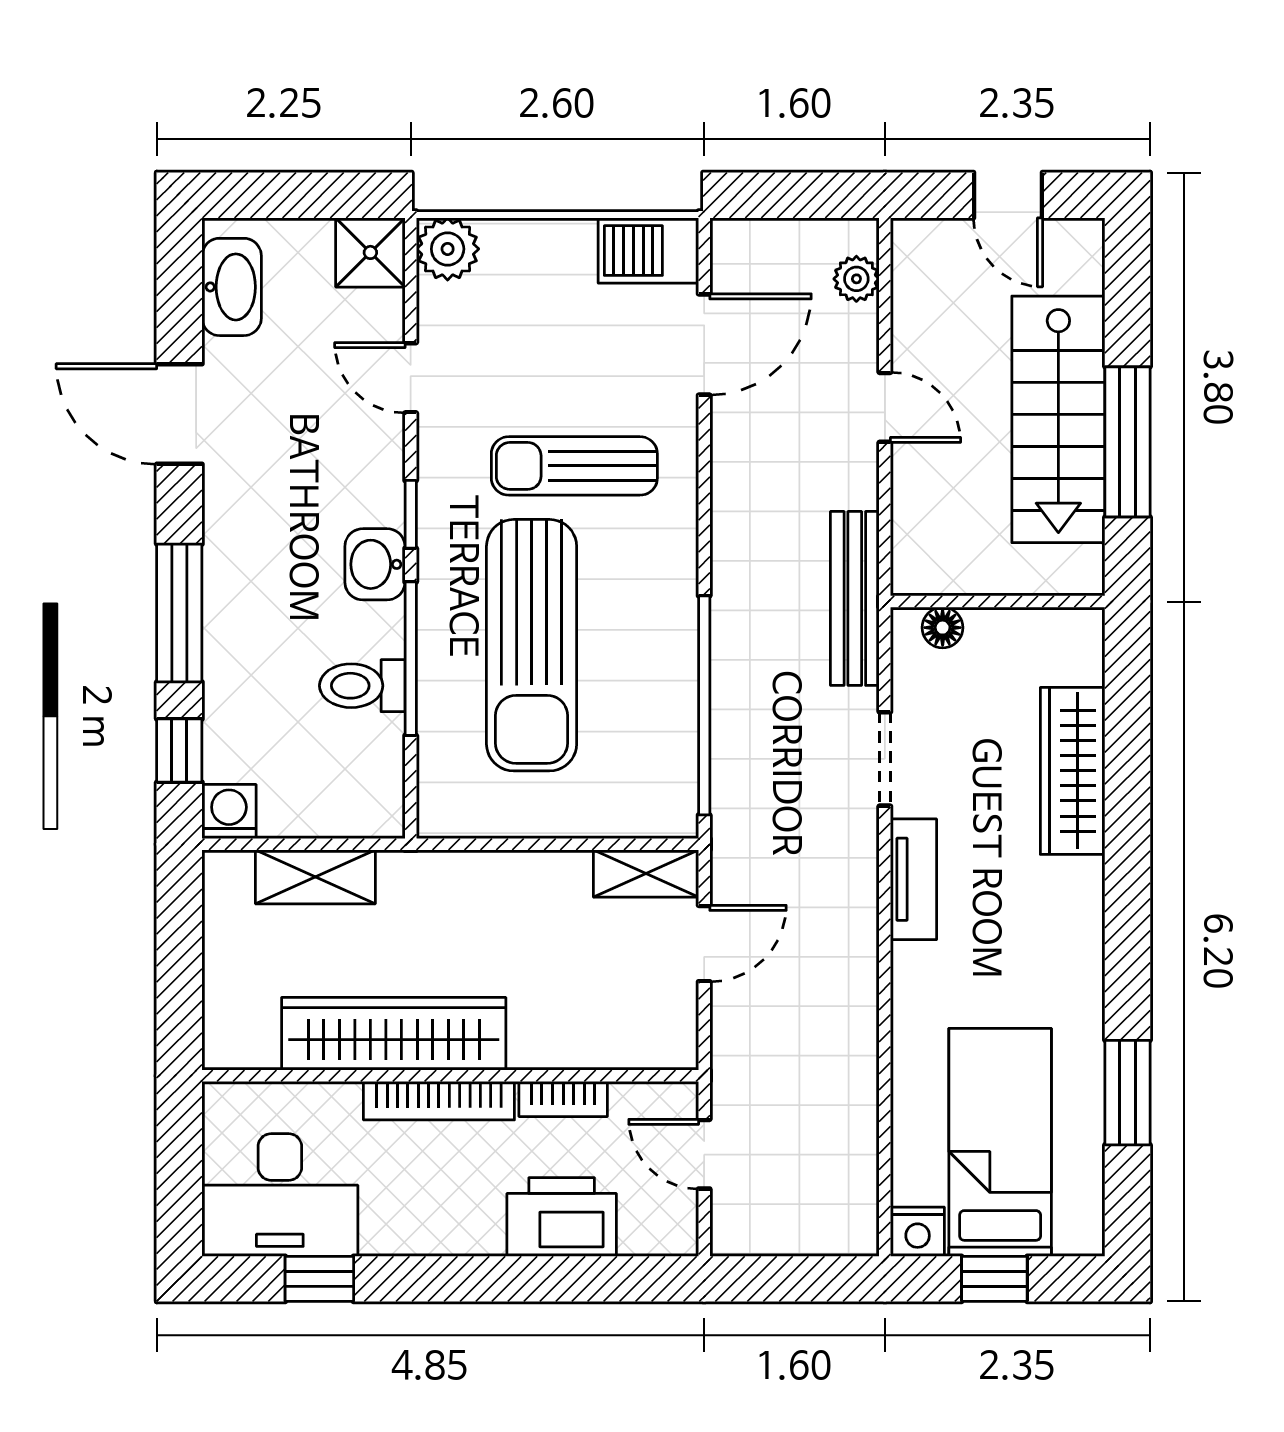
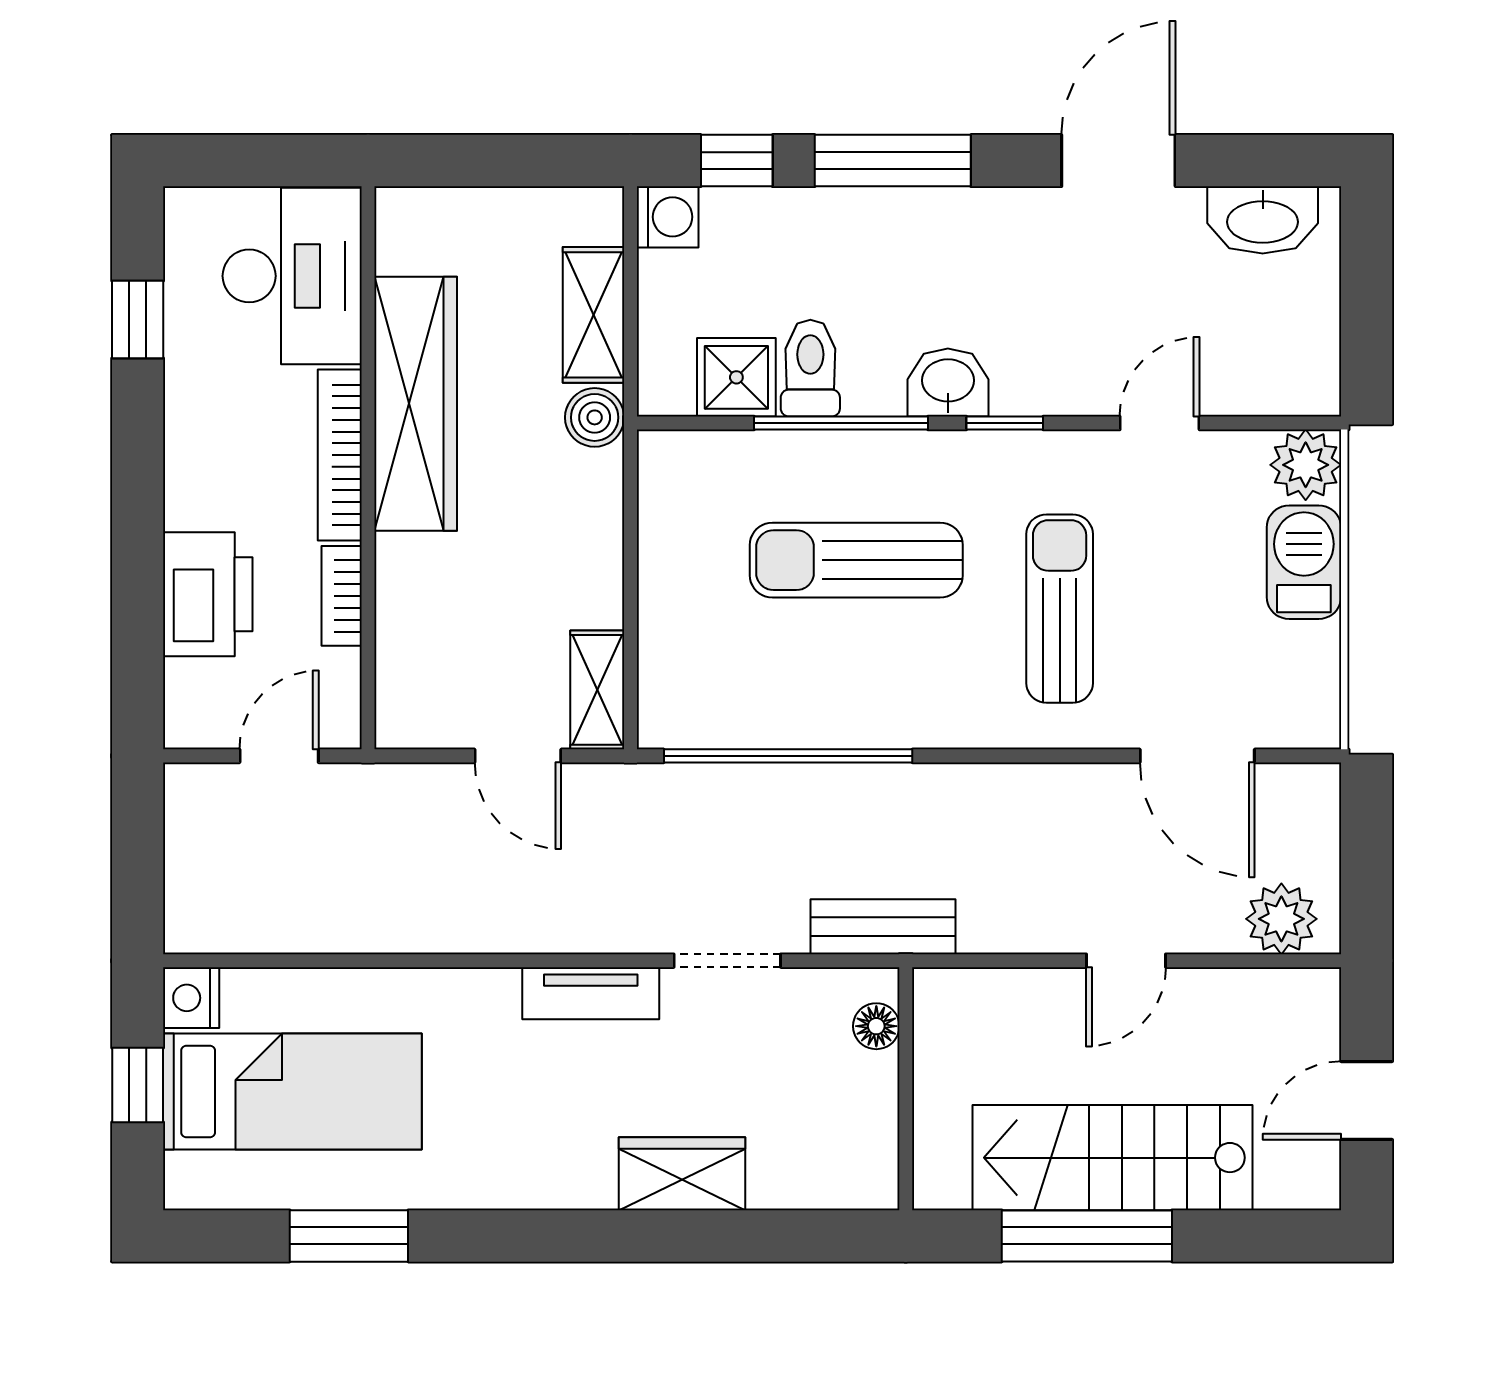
barbecue: (648, 251) -> (1304, 562), moved
shower: (370, 252) -> (736, 377), moved
plant: (856, 279) -> (1281, 919), width x1.38, depth x1.38
bench: (855, 598) -> (883, 927), width x0.73
sun lounger: (532, 645) -> (856, 560), width x0.73, depth x0.75
wardrobe: (1073, 771) -> (682, 1174), width x0.67
boiler: (406, 876) -> (595, 417), added
desk: (280, 1195) -> (292, 276), moved, turned 180

